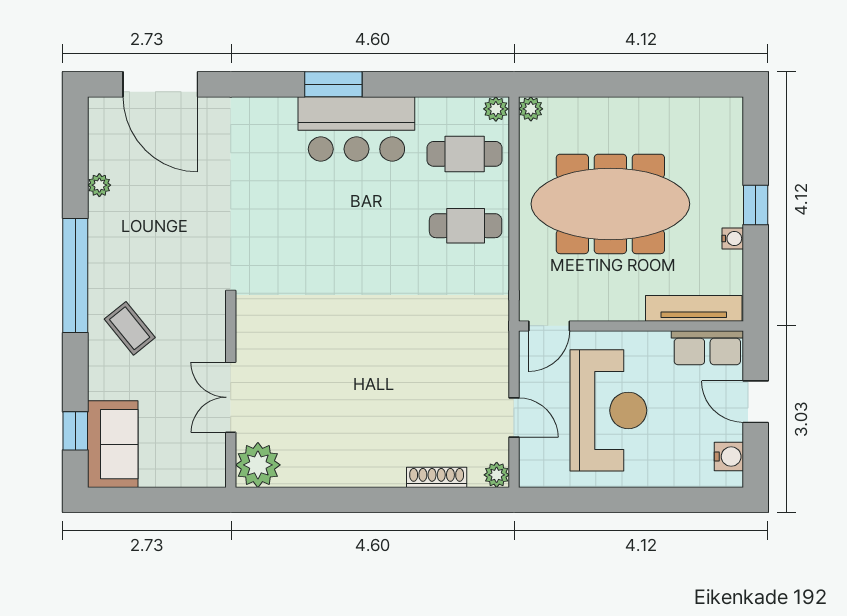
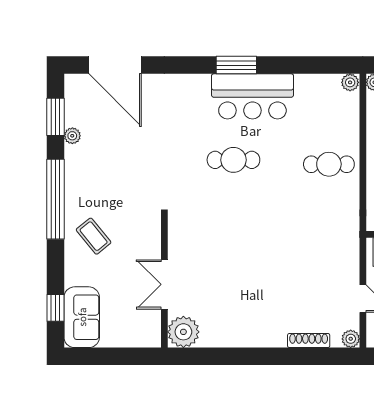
cafe table: (465, 154) -> (233, 160), moved
window: (75, 158) -> (55, 117), added

